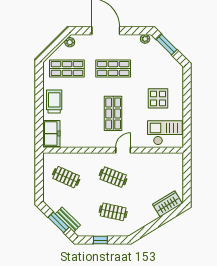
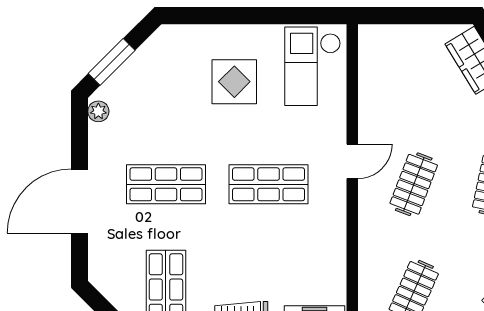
plant: (70, 42) -> (106, 283), removed
shop shelf: (113, 68) -> (166, 184), turned 90
door: (123, 150) -> (352, 161), swing flipped

